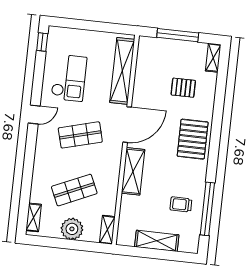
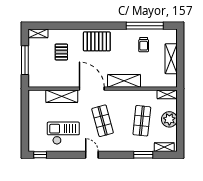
shelving: (122, 71) -> (62, 96), width x0.68
window: (26, 187) -> (143, 155), added
shop shelf: (74, 190) -> (142, 121), turned 30

